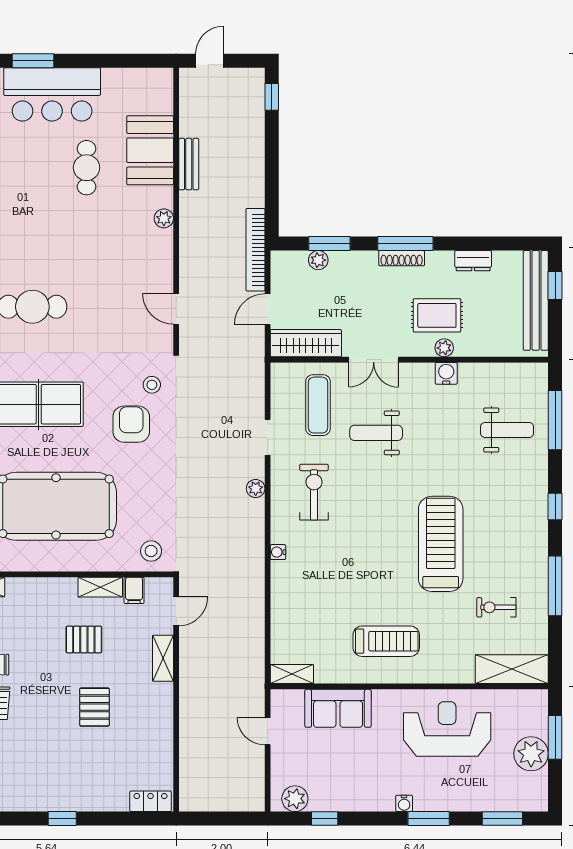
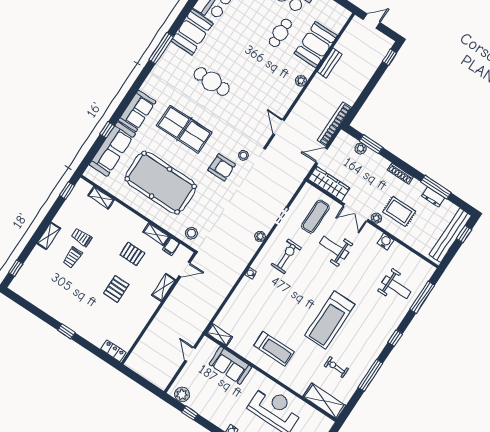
window: (405, 244) -> (436, 187), moved
plant: (444, 348) -> (376, 218), moved
armchair: (131, 424) -> (222, 167), turned 90
treadmill: (441, 544) -> (330, 320), turned 180

